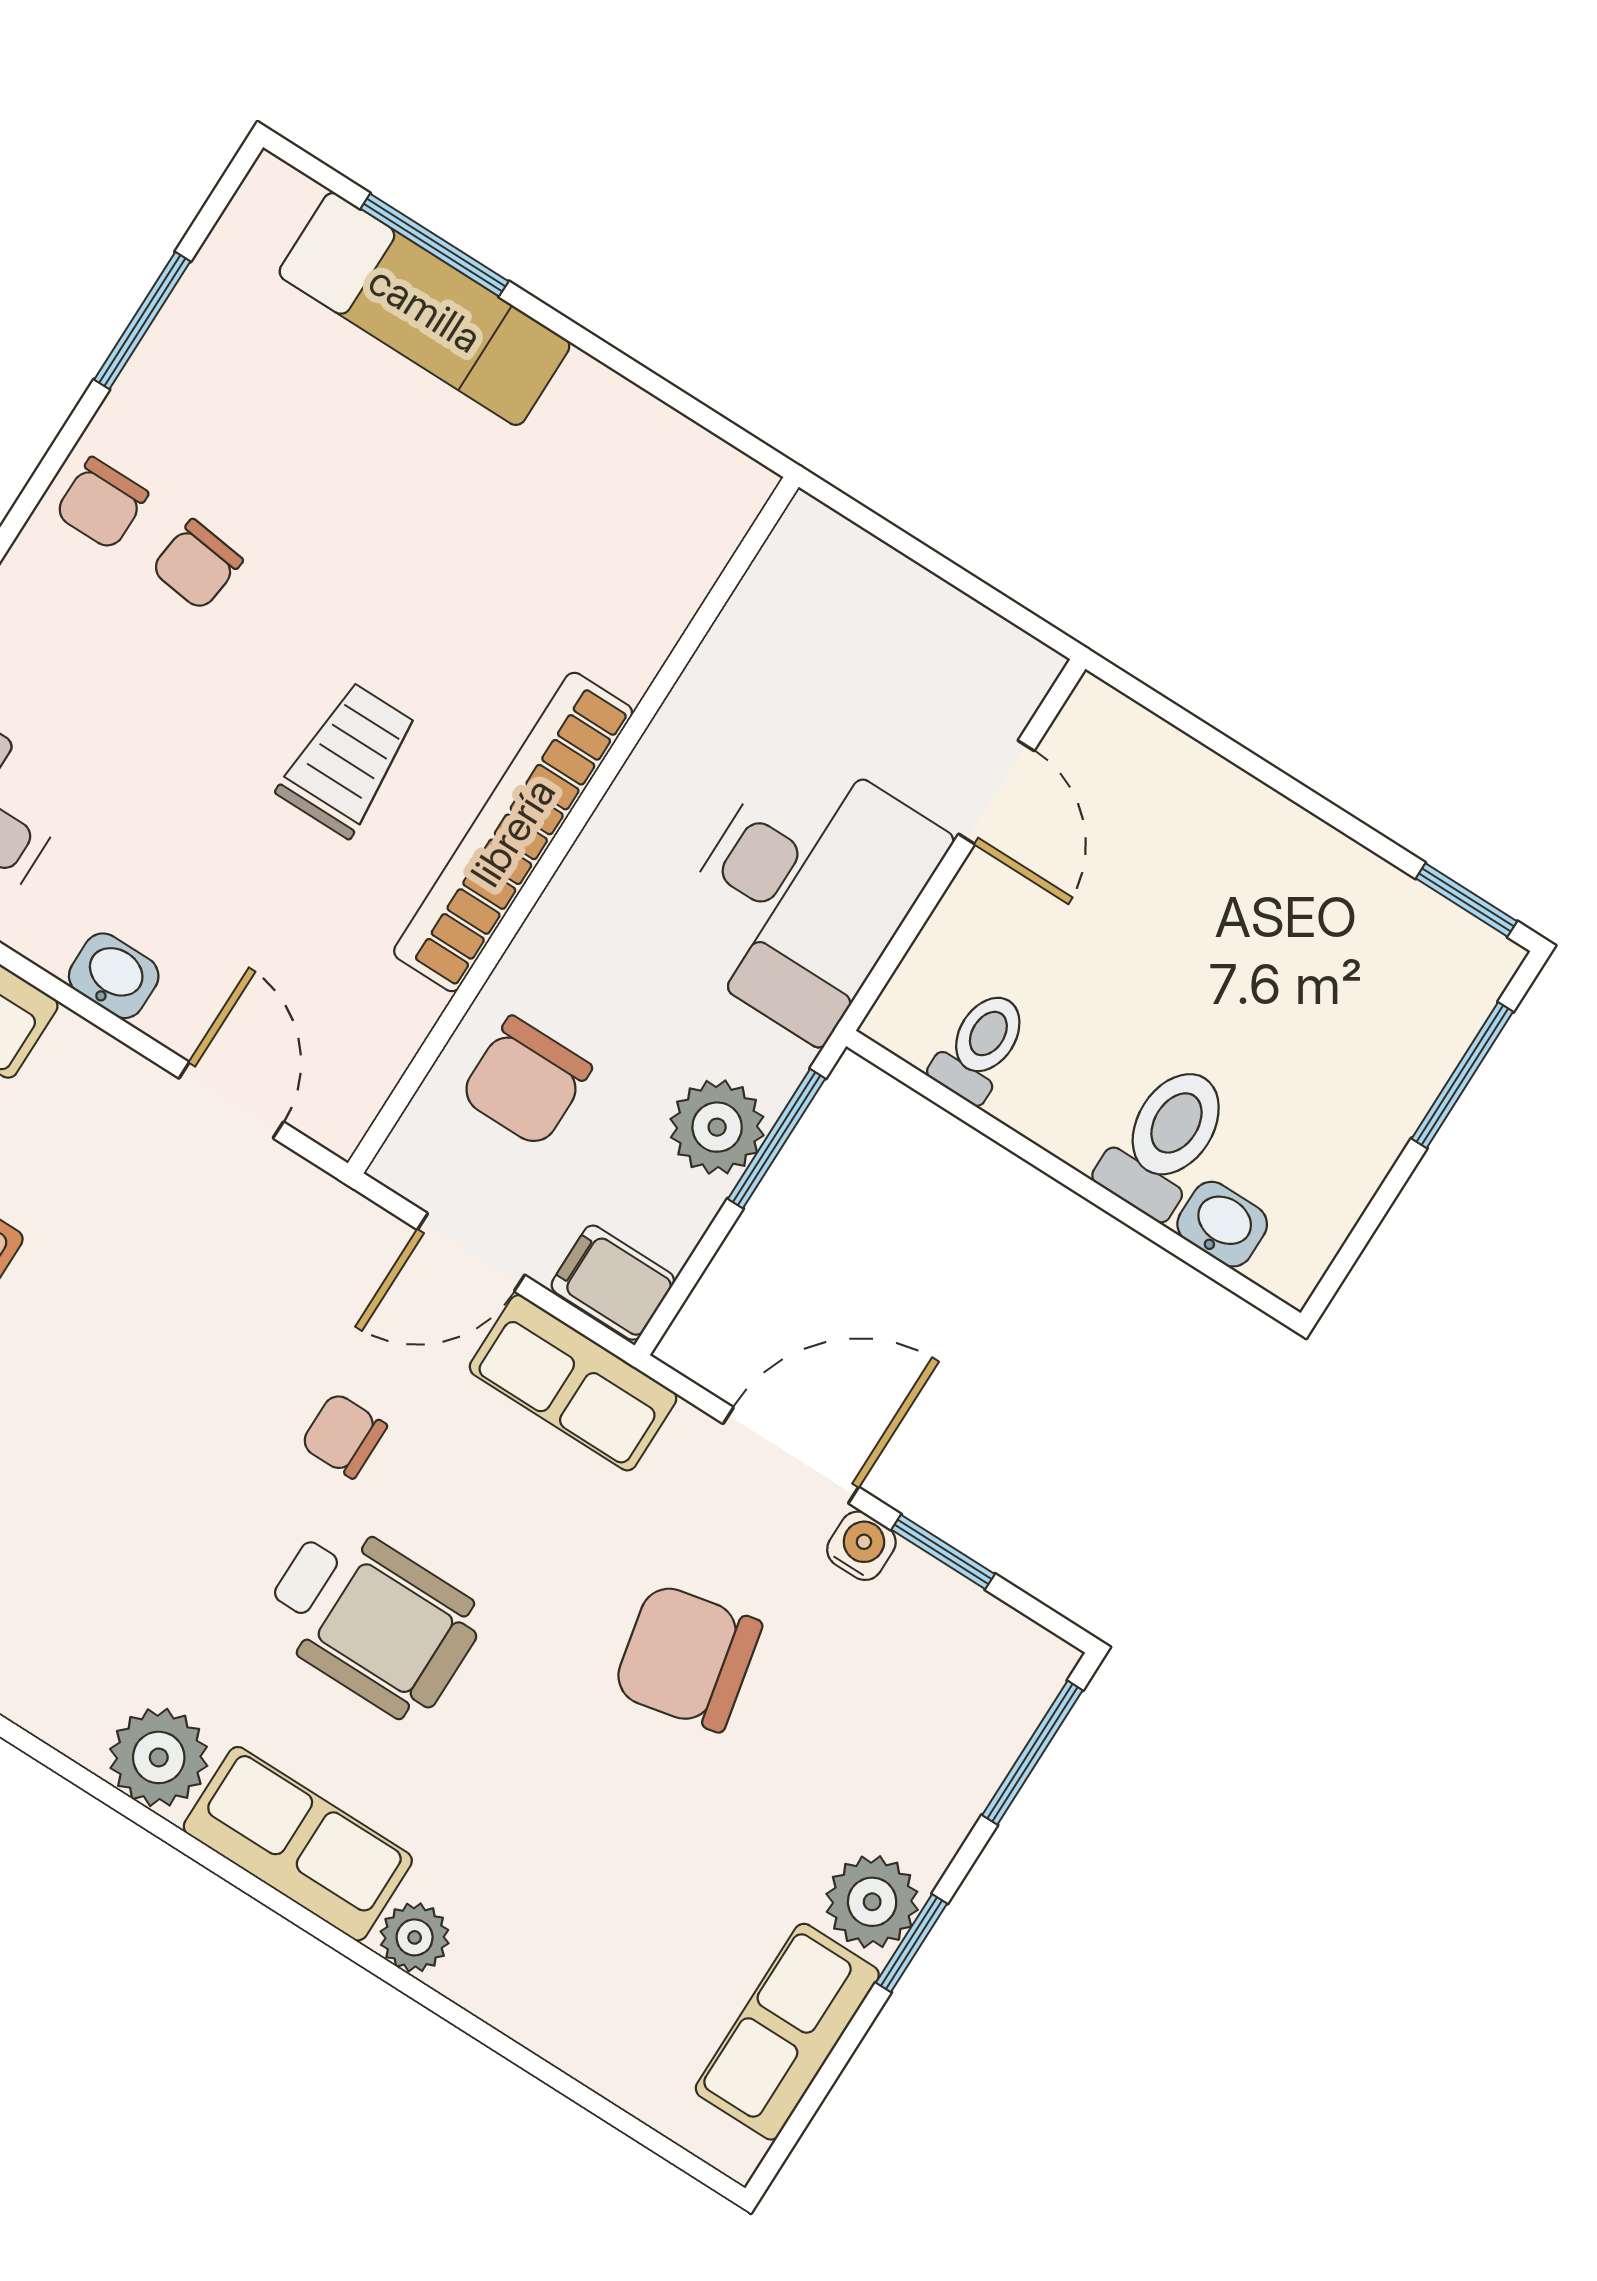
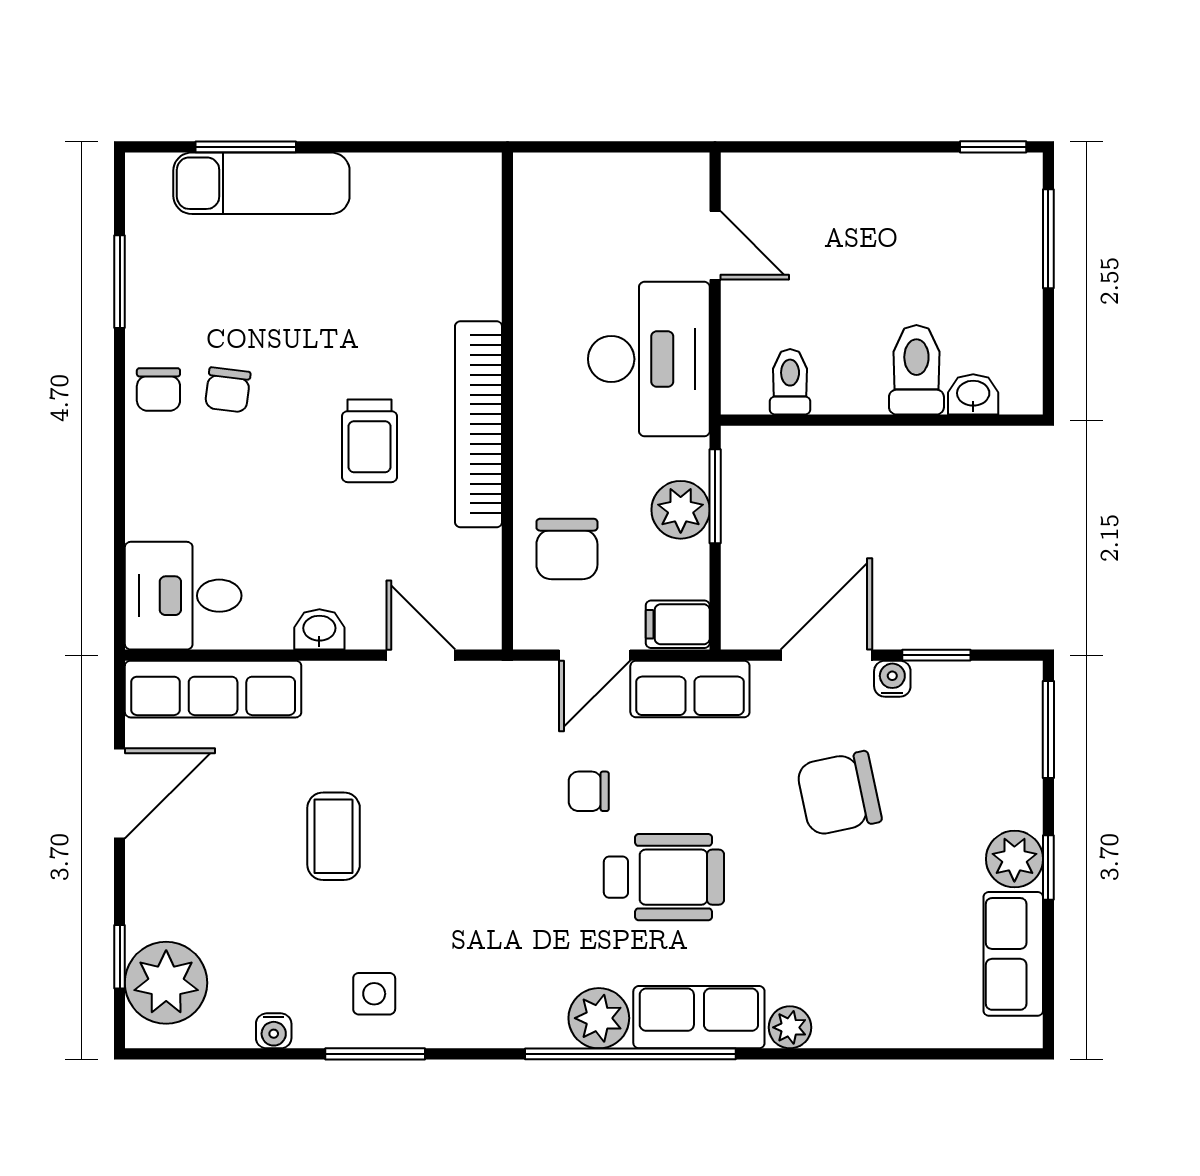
trolley: (348, 759) -> (369, 441), turned 180
window: (171, 1834) -> (630, 1054), added

